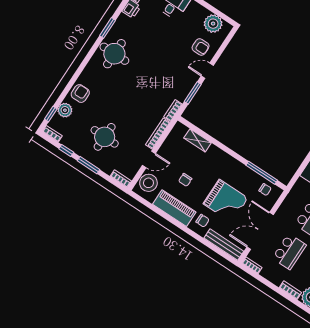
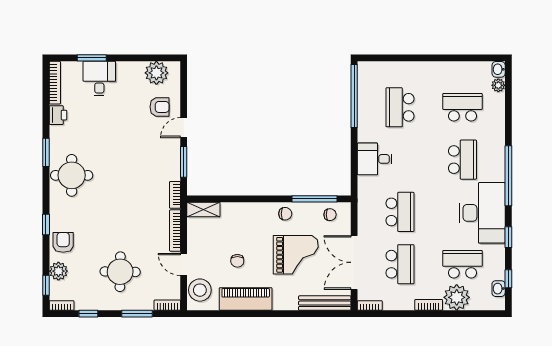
window: (77, 75) -> (46, 225), added
shelving: (198, 140) -> (203, 210), moved
door: (149, 159) -> (184, 264), swing flipped
window: (89, 165) -> (137, 314), moved
chair: (202, 221) -> (285, 214), moved

